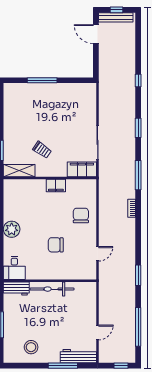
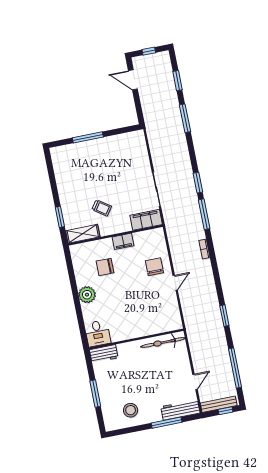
bench: (116, 17) -> (219, 404), moved
window: (138, 43) -> (178, 81), added
window: (138, 81) -> (185, 118), width x2.17
window: (138, 128) -> (198, 183), moved
chair: (56, 245) -> (105, 267), moved
door: (98, 254) -> (175, 283), moved
bicycle: (52, 289) -> (163, 342), moved

